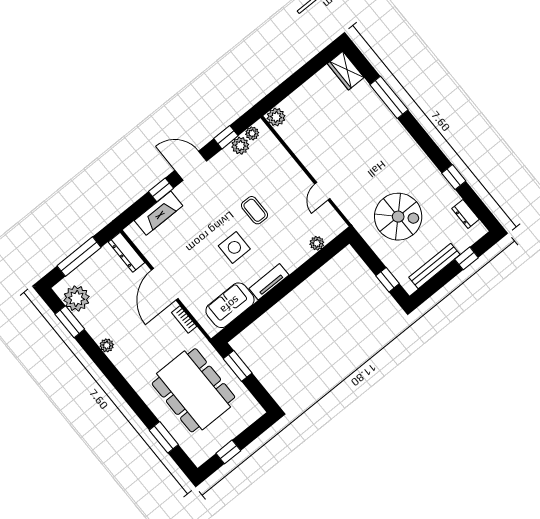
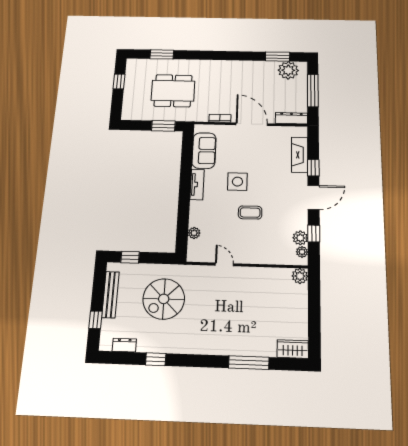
plant: (107, 345) -> (245, 65), removed
dining table: (193, 390) -> (173, 91), width x0.73, depth x0.80

